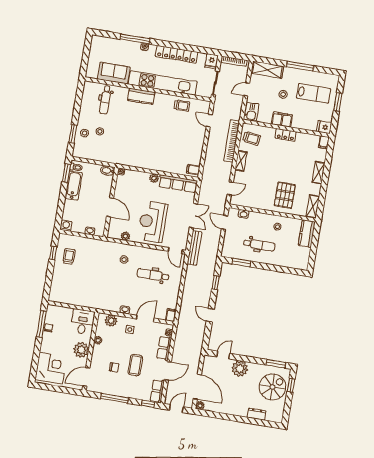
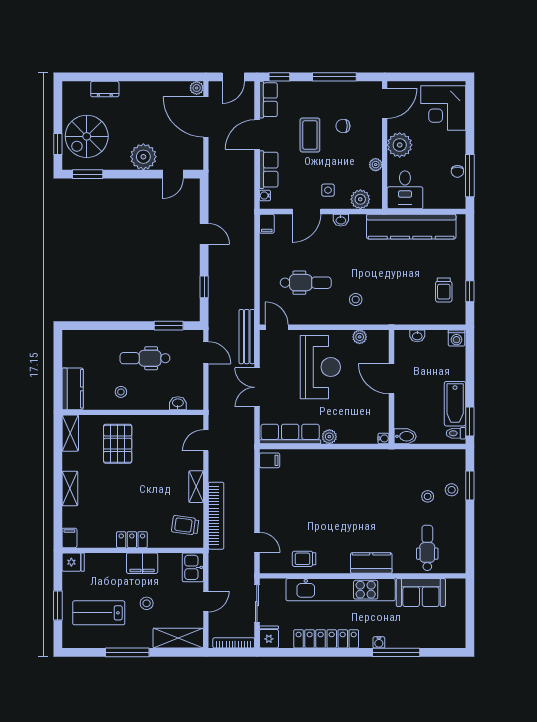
door: (225, 222) -> (206, 353), moved
kitchen counter: (83, 299) -> (411, 227), added

